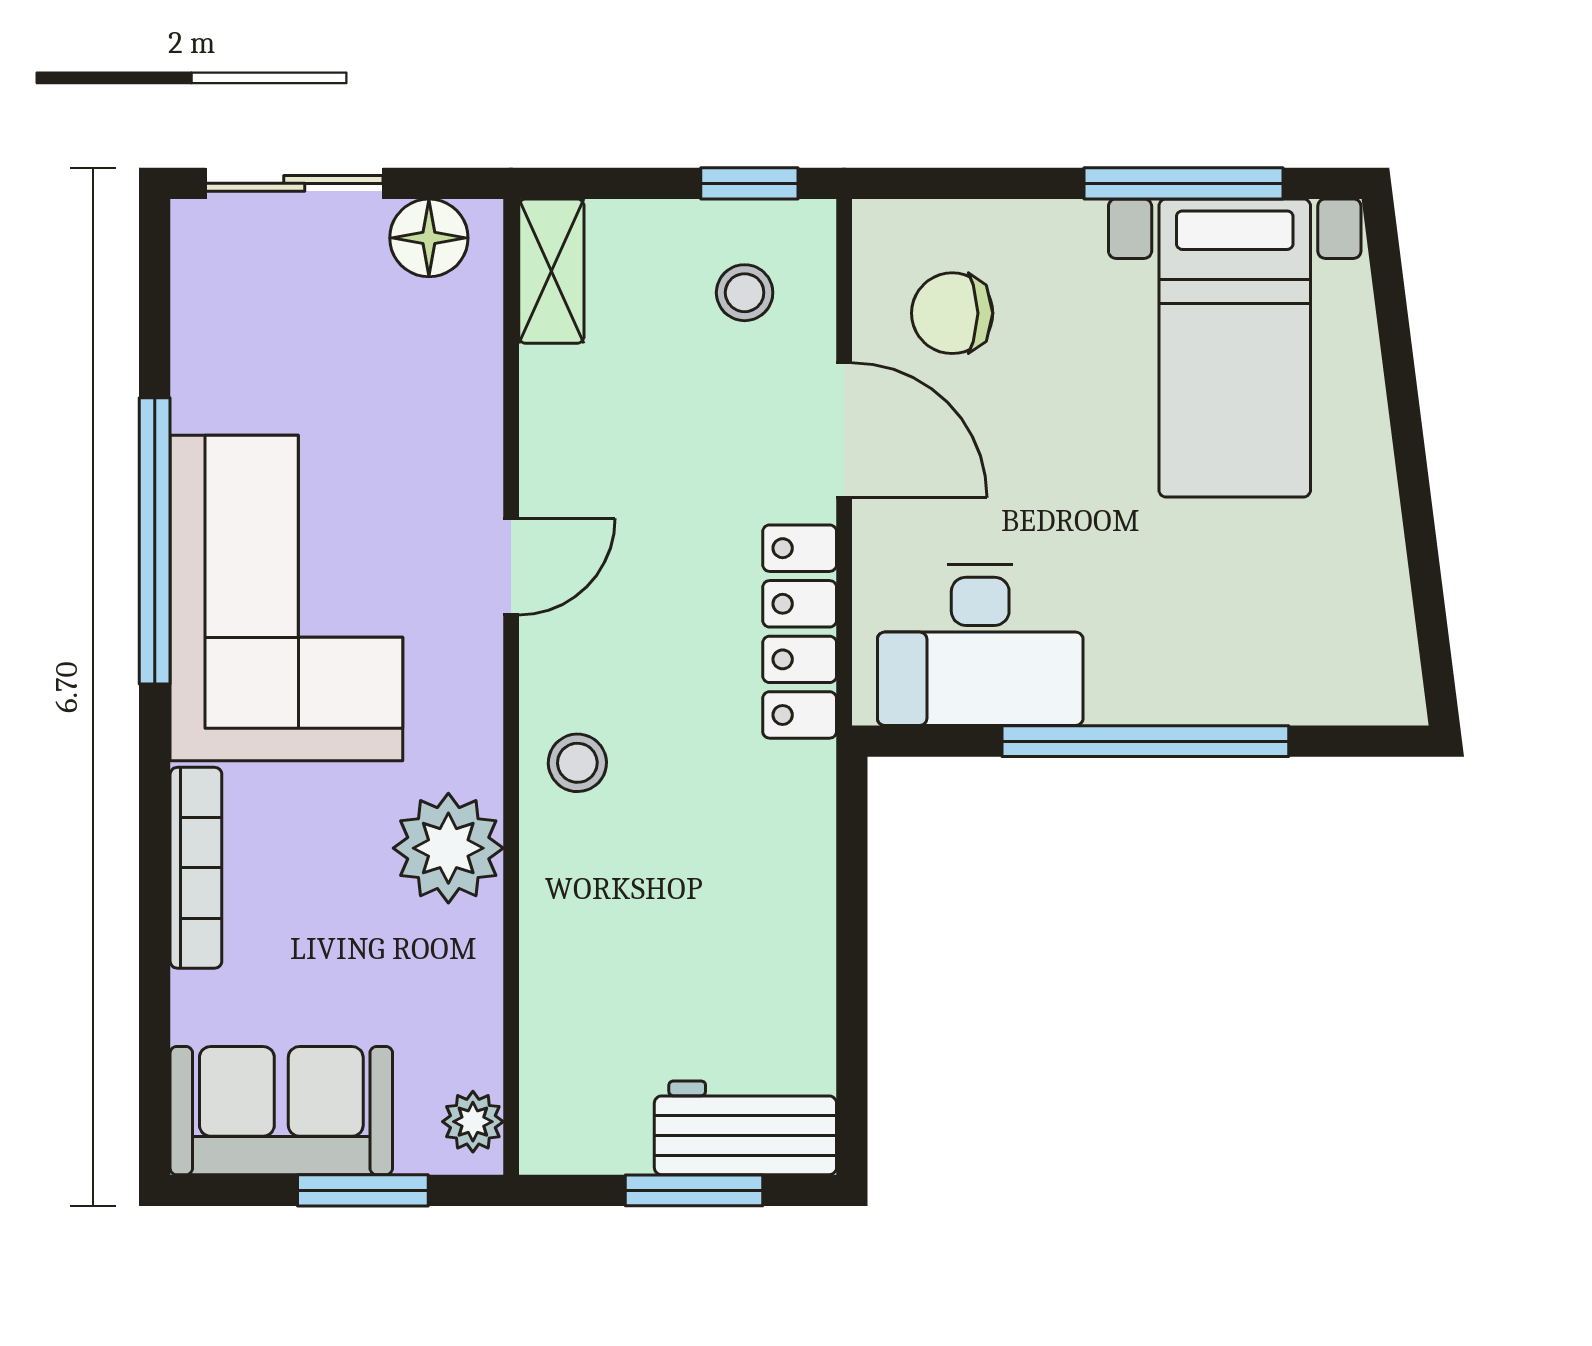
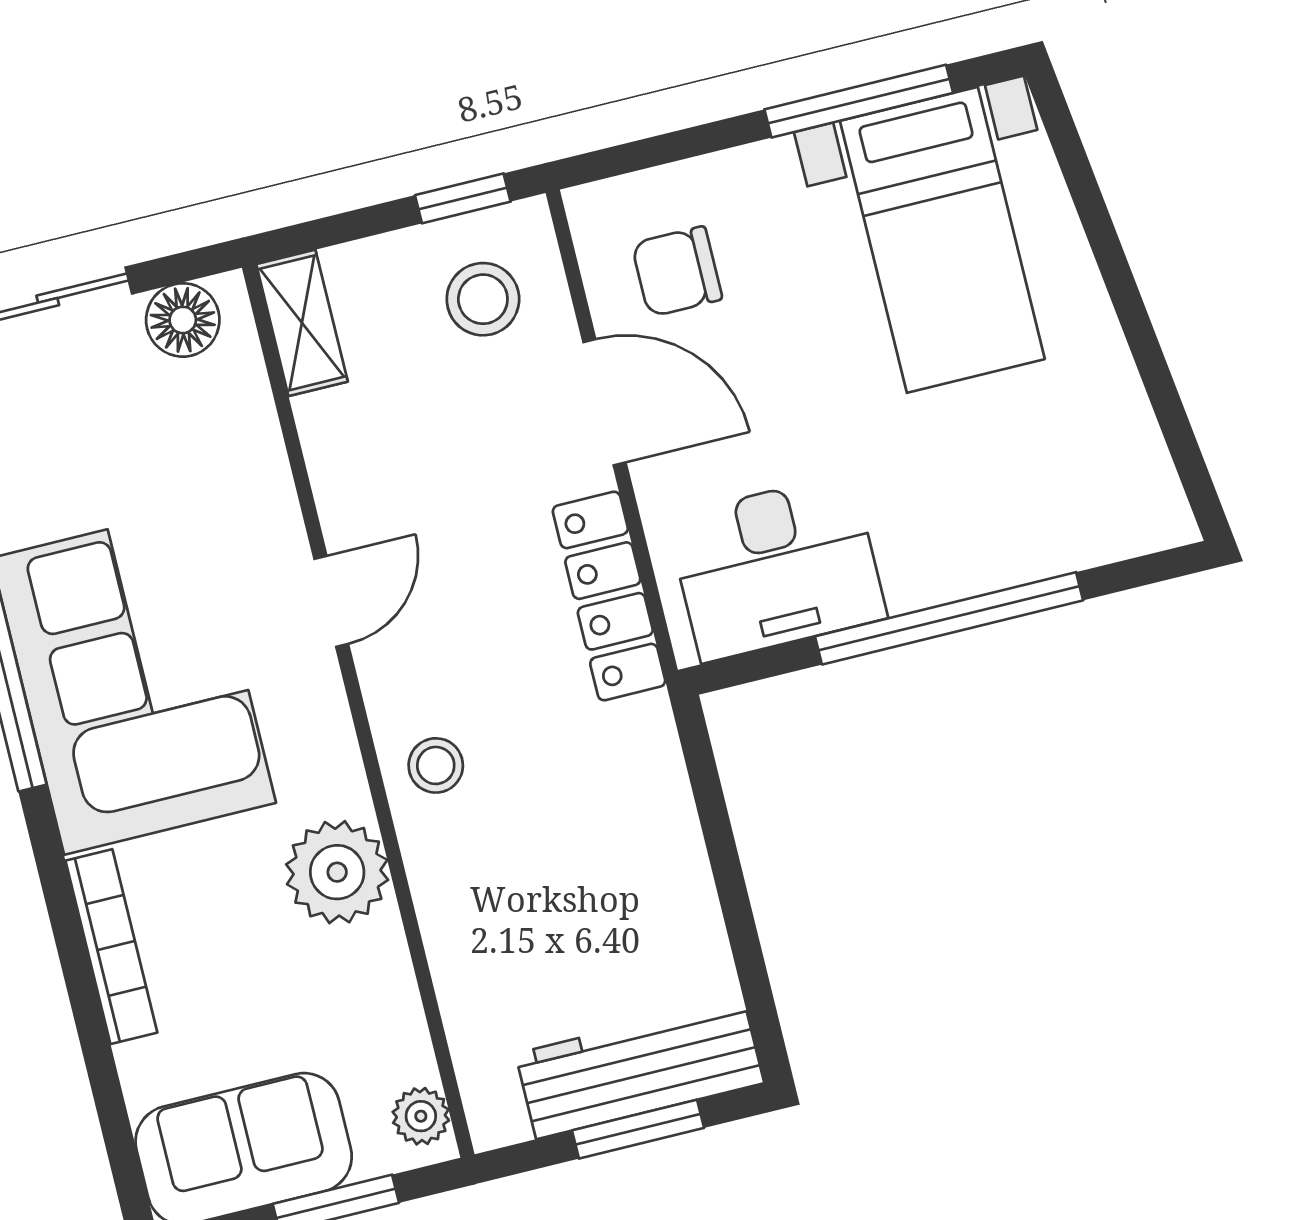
stool: (745, 293) -> (483, 299), width x1.37, depth x1.37
workbench: (745, 1128) -> (640, 1068), width x1.37

